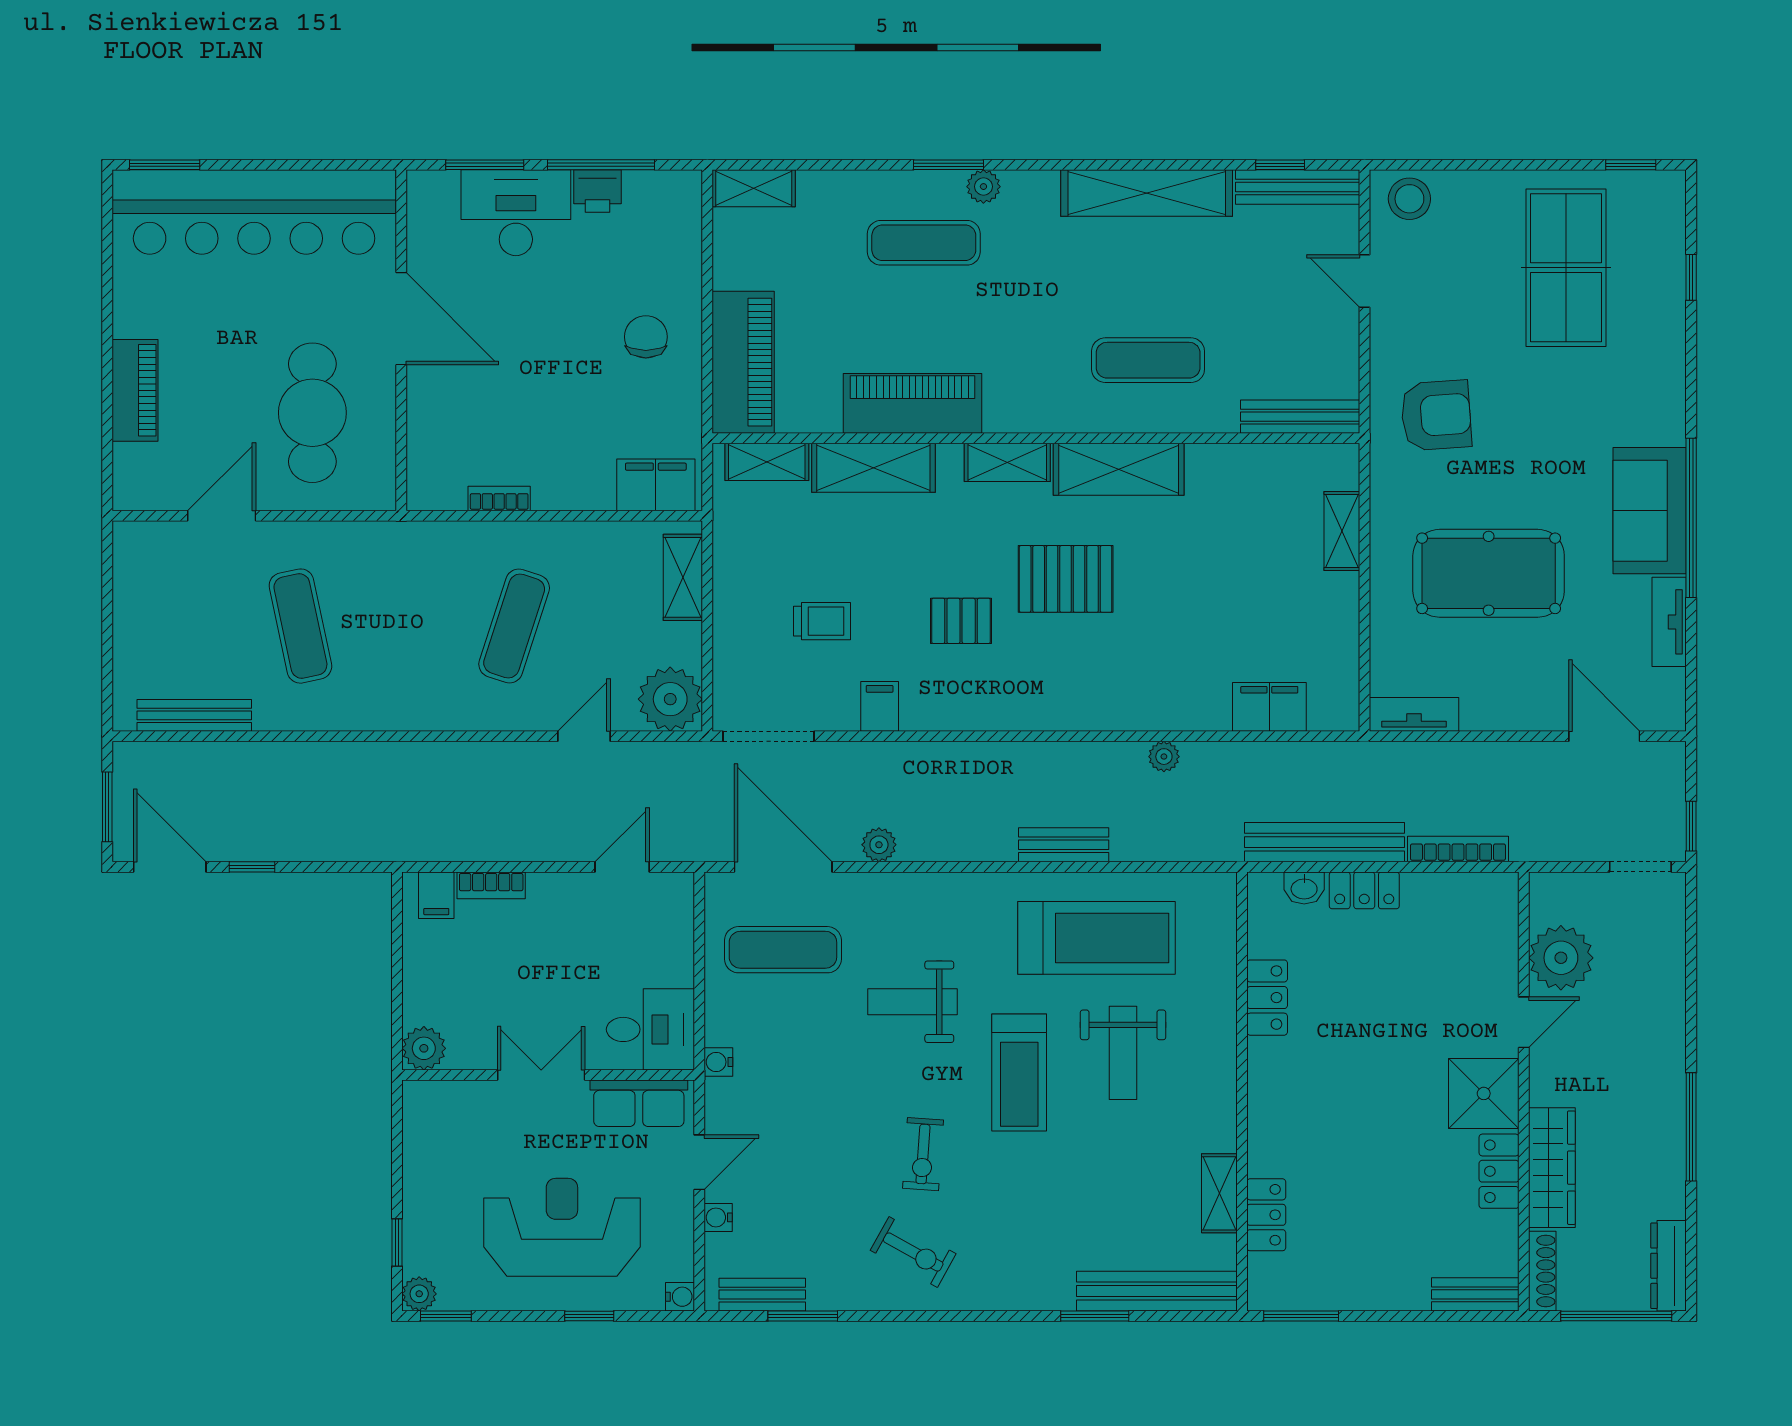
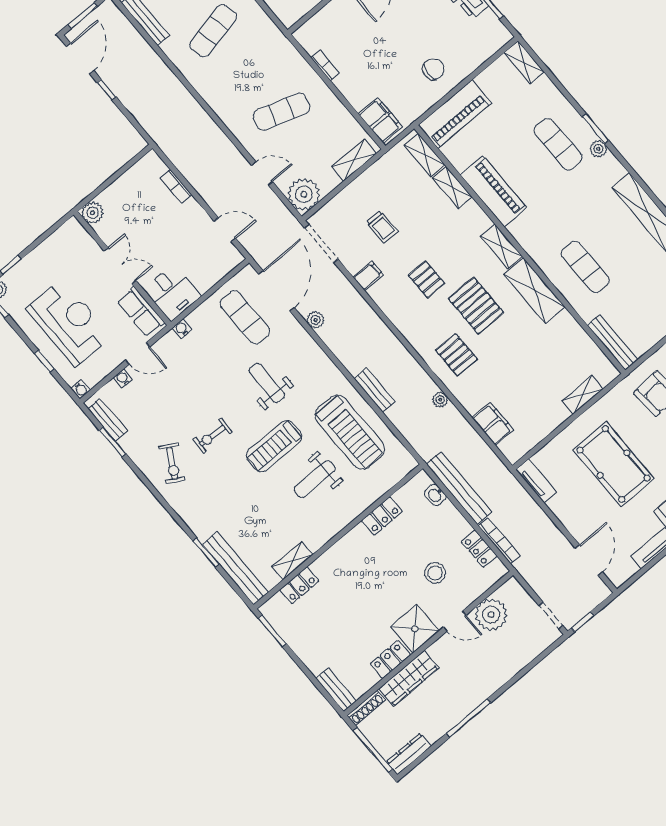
shelving: (873, 468) -> (452, 187), width x0.67, depth x0.75
pallet: (1116, 673) -> (456, 355), added
locker: (1364, 890) -> (479, 549), moved
filing cabinet: (436, 895) -> (155, 168), removed
stool: (1424, 990) -> (435, 573), added

